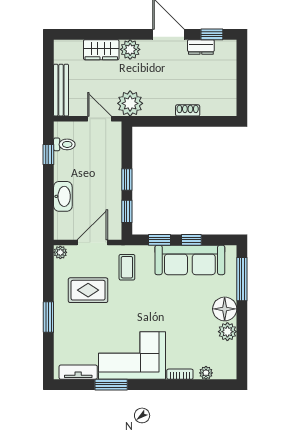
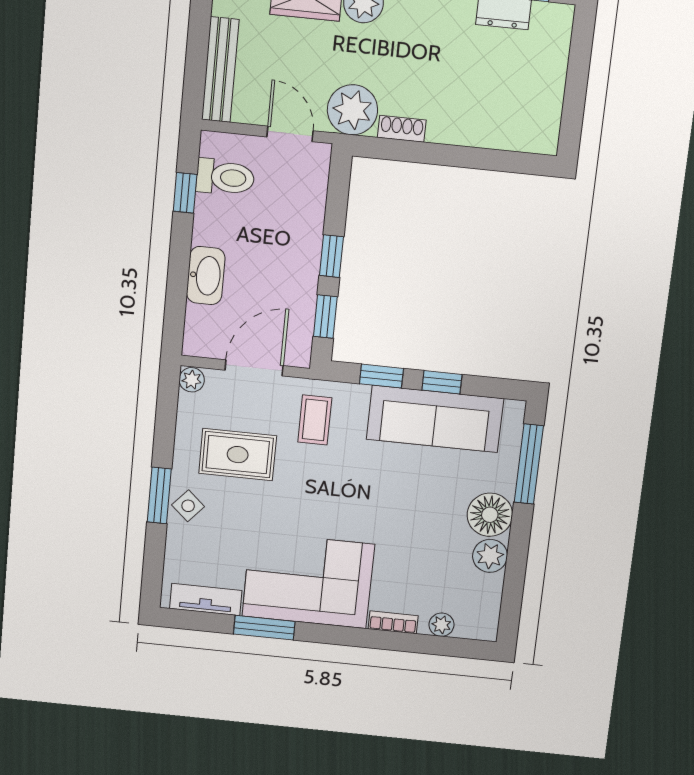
shoe rack: (188, 110) -> (402, 129), moved
toilet: (64, 144) -> (225, 177), width x1.37, depth x1.39
side table: (64, 321) -> (188, 506), added

